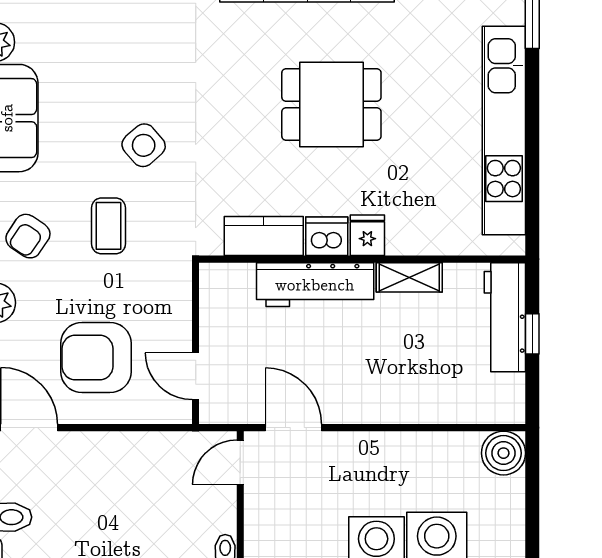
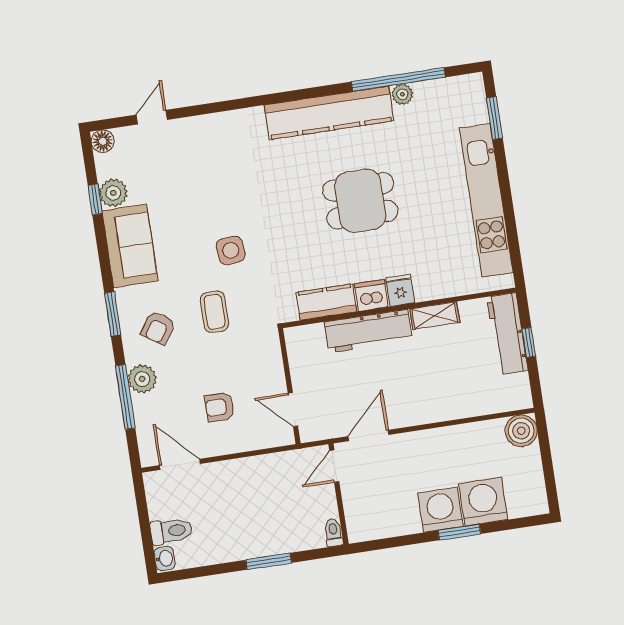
side table: (144, 145) -> (231, 250), turned 35
armchair: (96, 358) -> (220, 407), width x0.53, depth x0.53
door: (294, 428) -> (369, 436), hinge flipped

